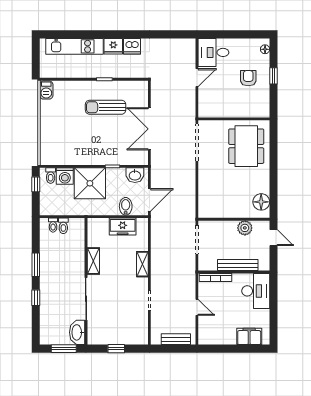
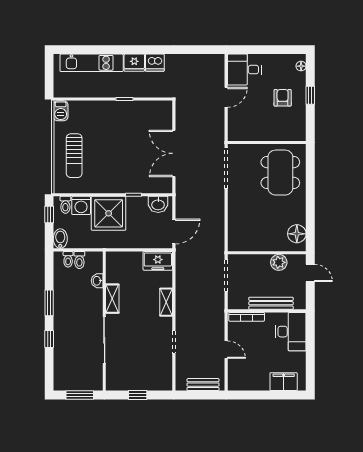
sun lounger: (106, 107) -> (74, 156), moved, turned -90
bidet: (126, 206) -> (60, 239), moved
freezer: (123, 227) -> (158, 261), moved
washbasin: (77, 332) -> (97, 281), moved, width x0.52, depth x0.69

